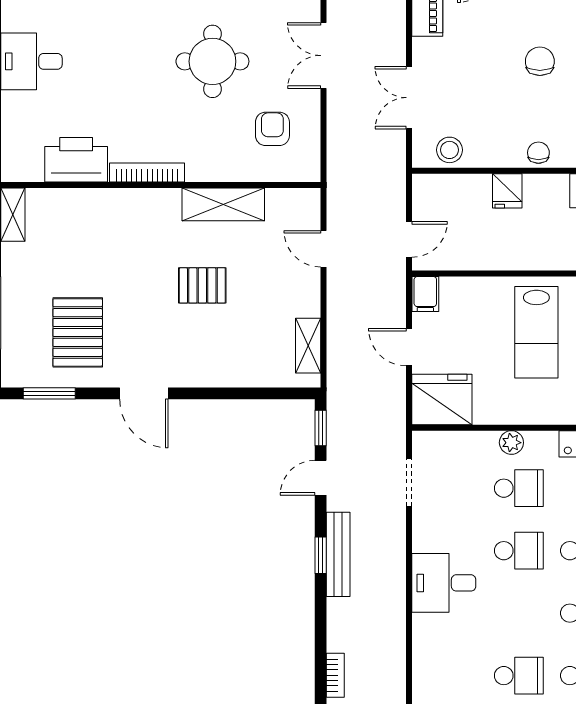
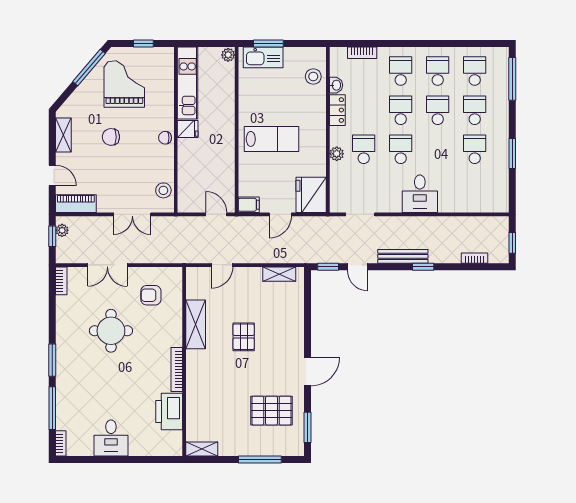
fridge: (507, 191) -> (188, 129), moved
window: (321, 555) -> (423, 267), moved

